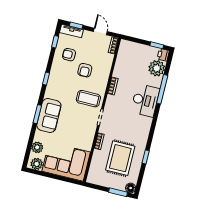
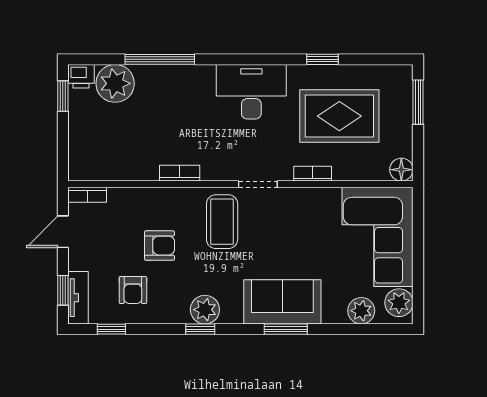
plant: (54, 83) -> (205, 310), added
desk: (145, 100) -> (251, 92), moved
floor lamp: (131, 188) -> (401, 170), moved

